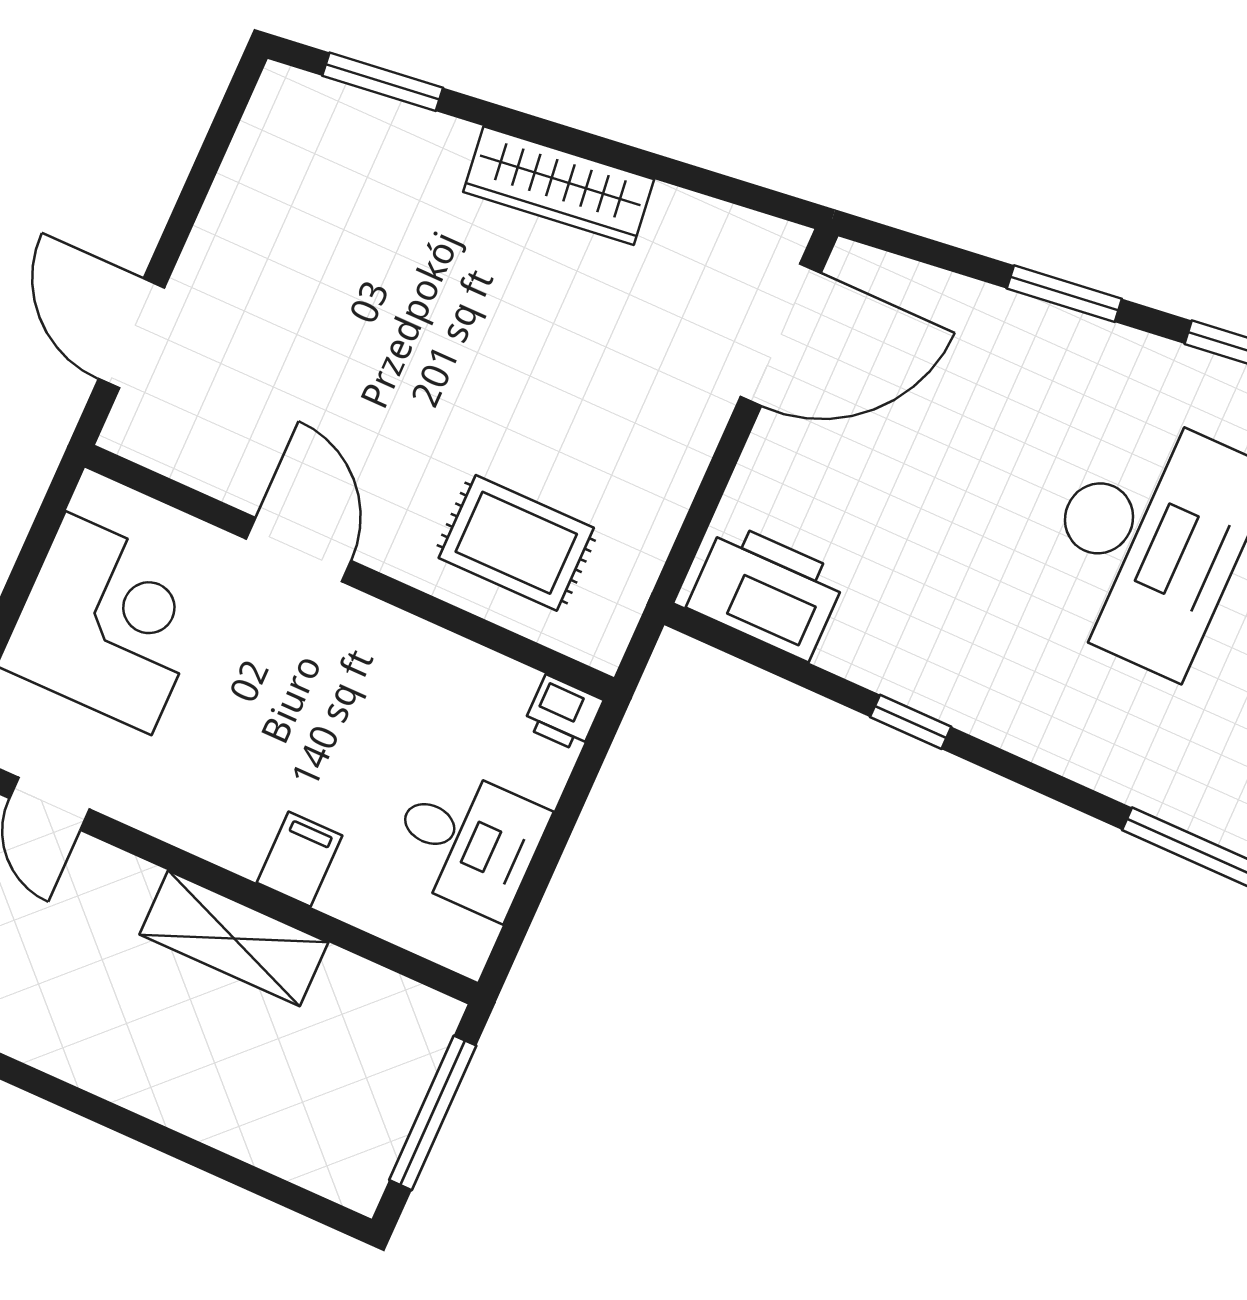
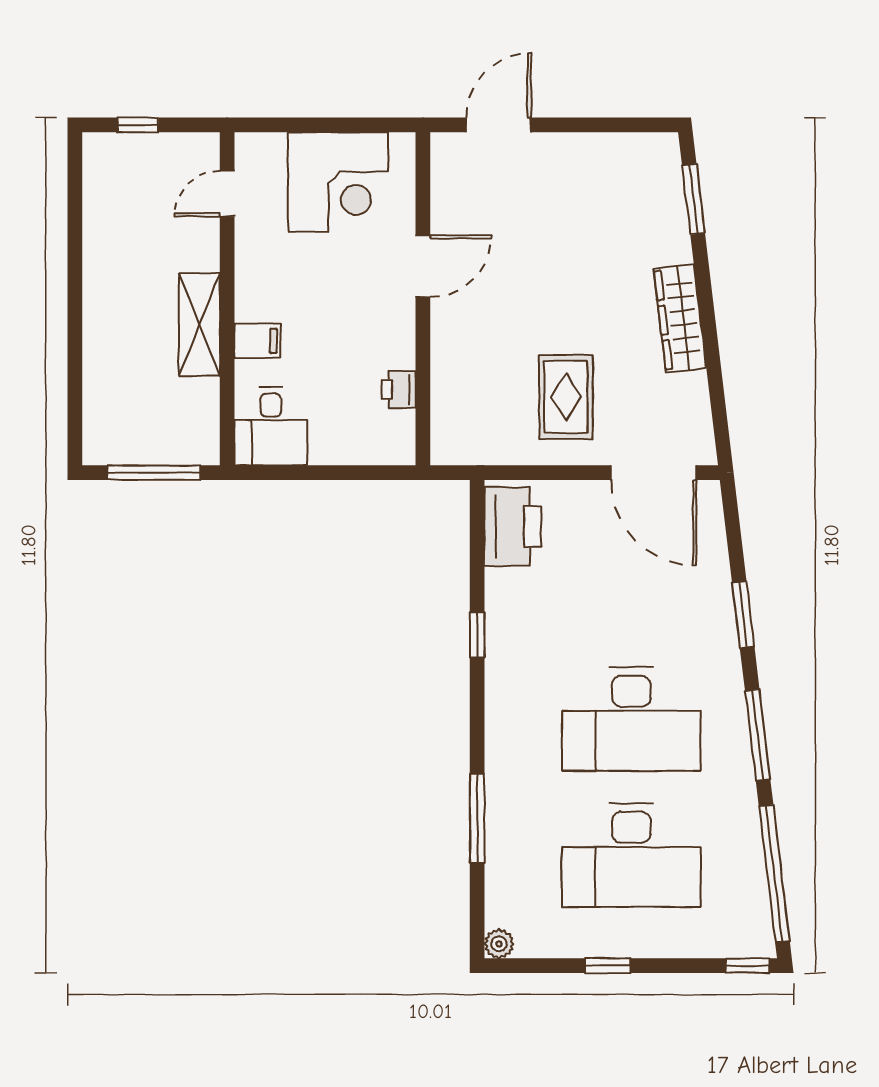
rug: (516, 543) -> (566, 397), moved
printer: (563, 713) -> (399, 390), moved
desk: (468, 841) -> (271, 426), moved

